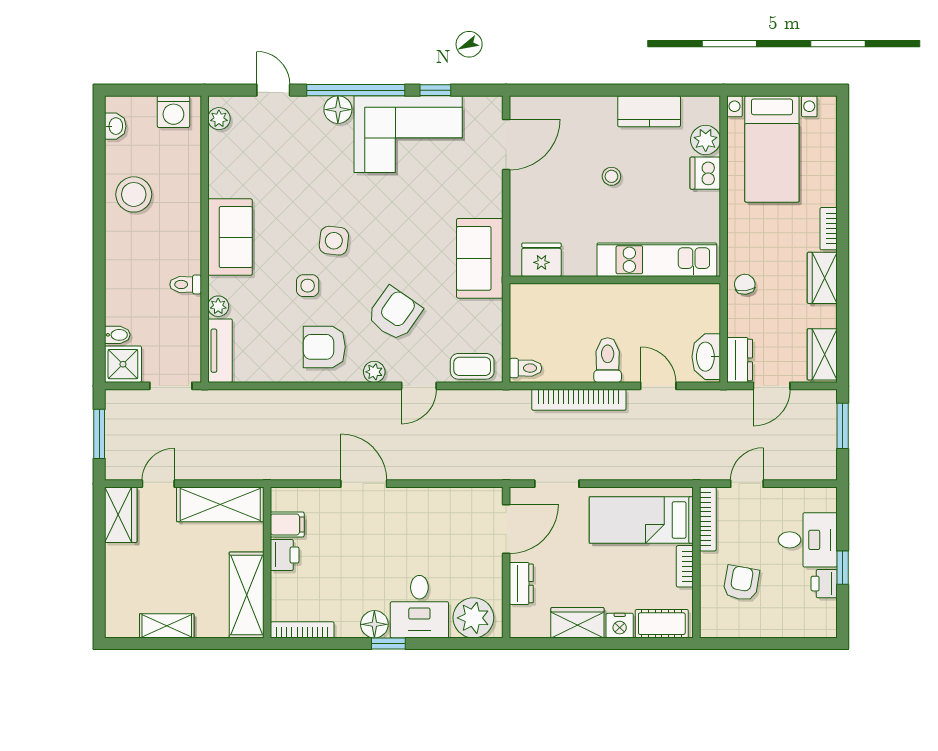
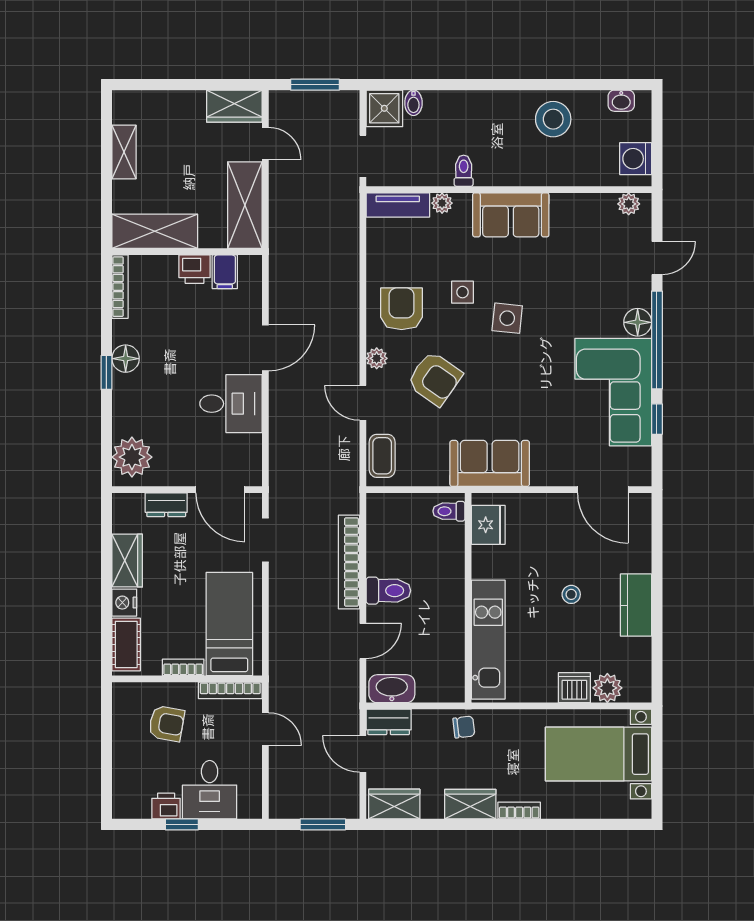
kitchen counter: (649, 111) -> (636, 605), moved
toilet: (526, 368) -> (449, 511), moved, turned 90
desk: (419, 607) -> (231, 404), moved, turned 180

